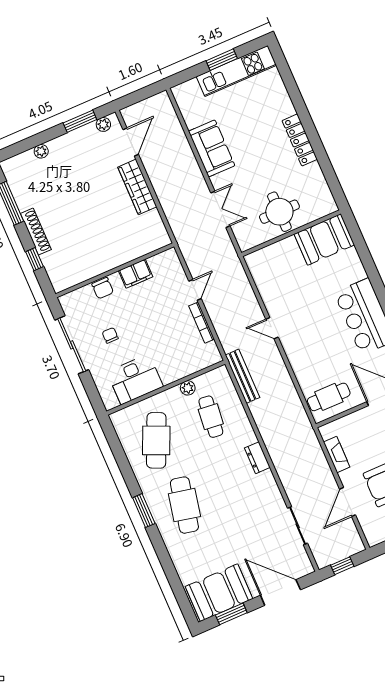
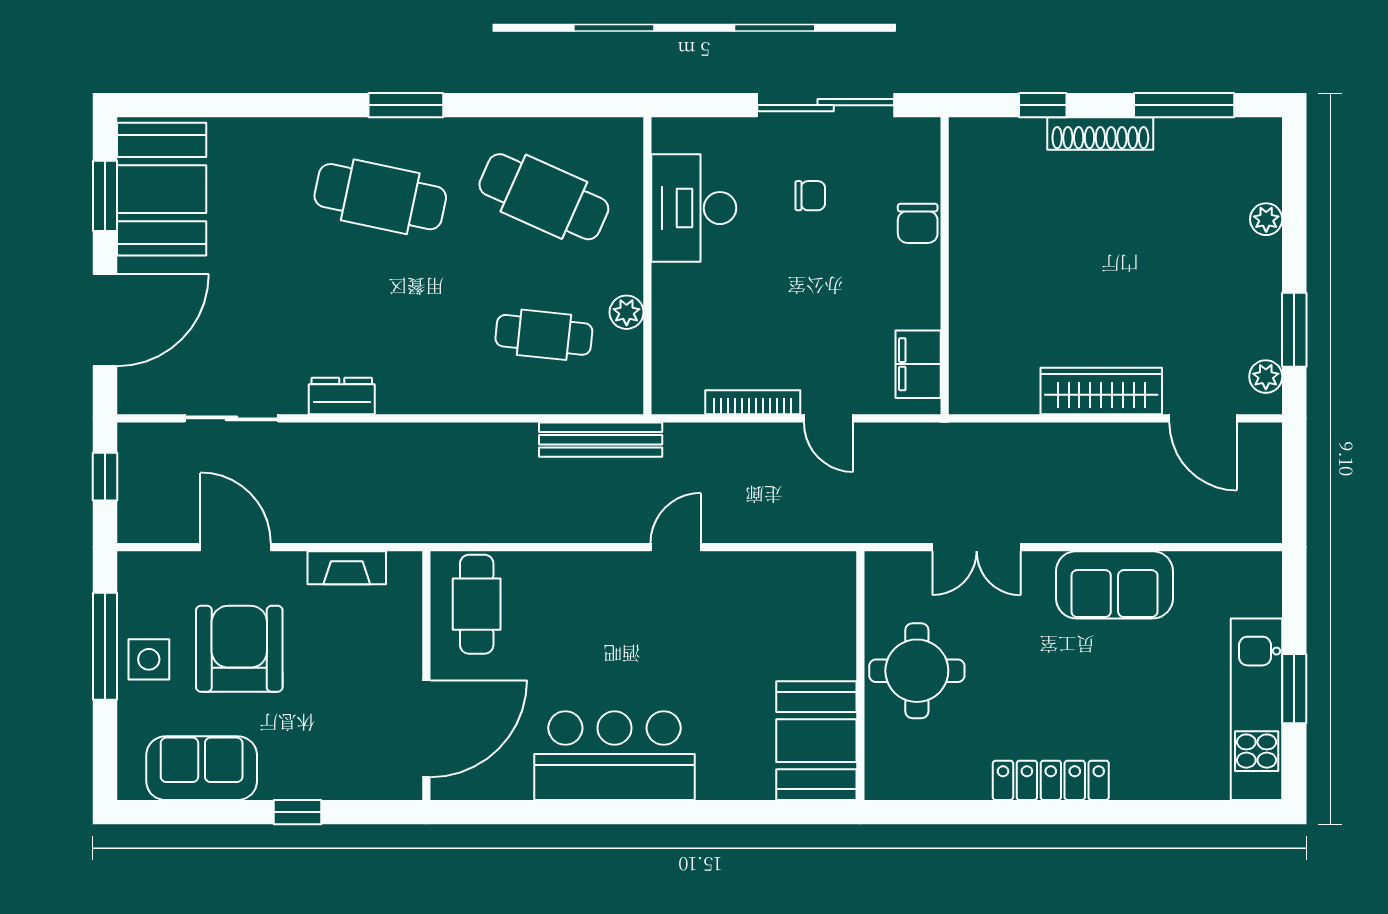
filing cabinet: (136, 274) -> (918, 364), moved
chair: (103, 288) -> (918, 223), turned -90
dresser: (257, 458) -> (342, 396), moved

